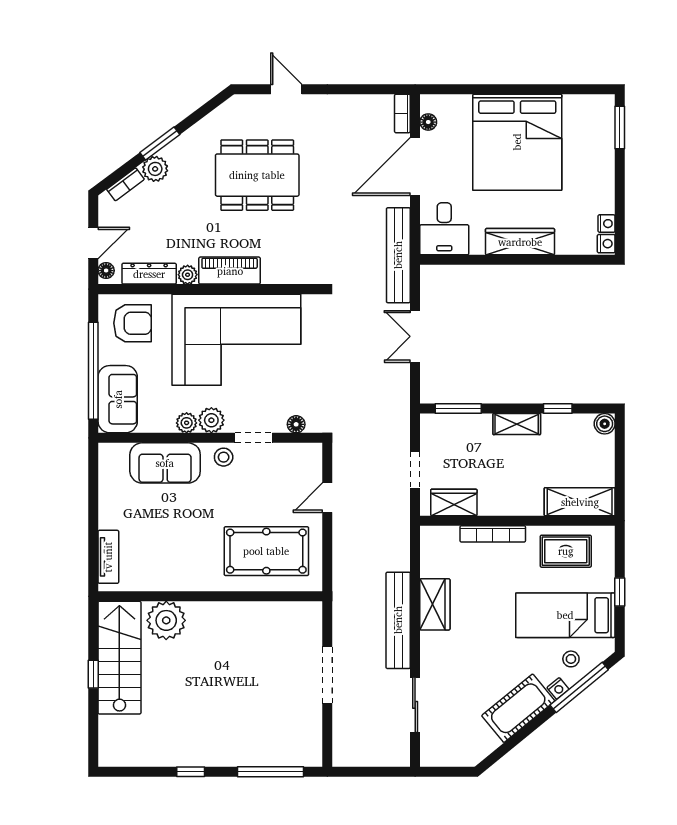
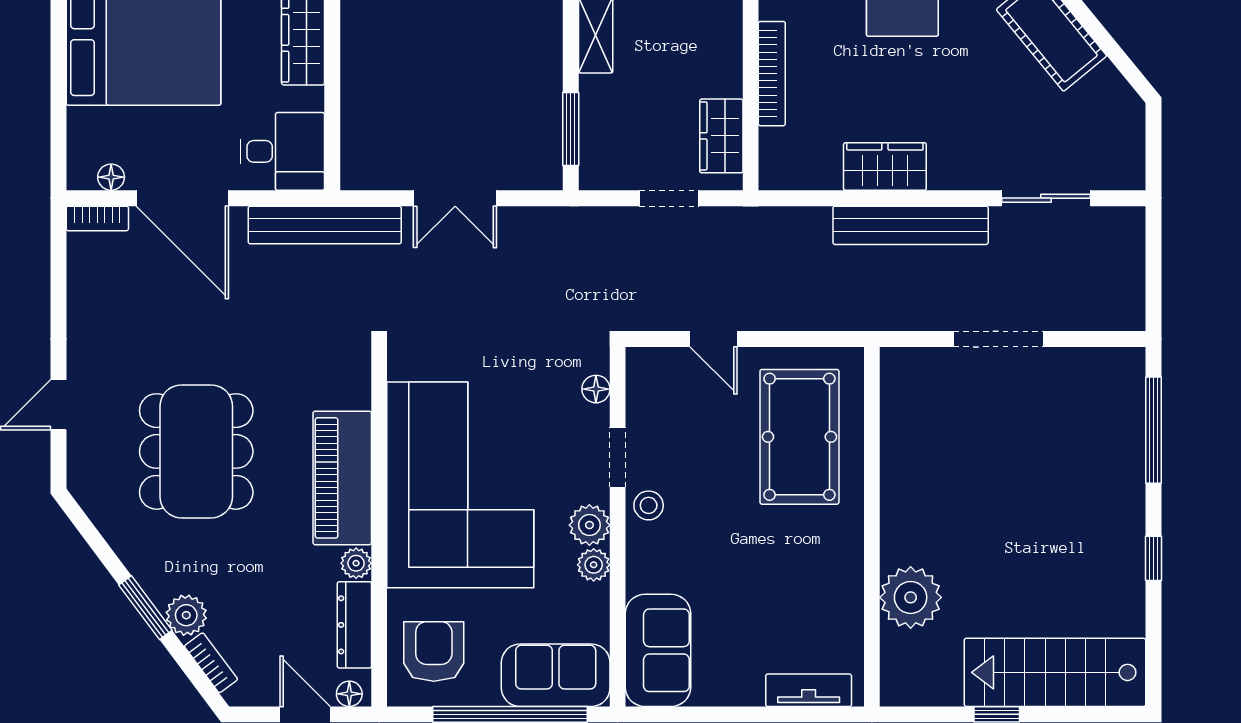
piano: (230, 271) -> (342, 478), width x1.37, depth x1.33
sofa: (165, 463) -> (658, 650), moved
stairs: (119, 658) -> (1055, 672), moved

